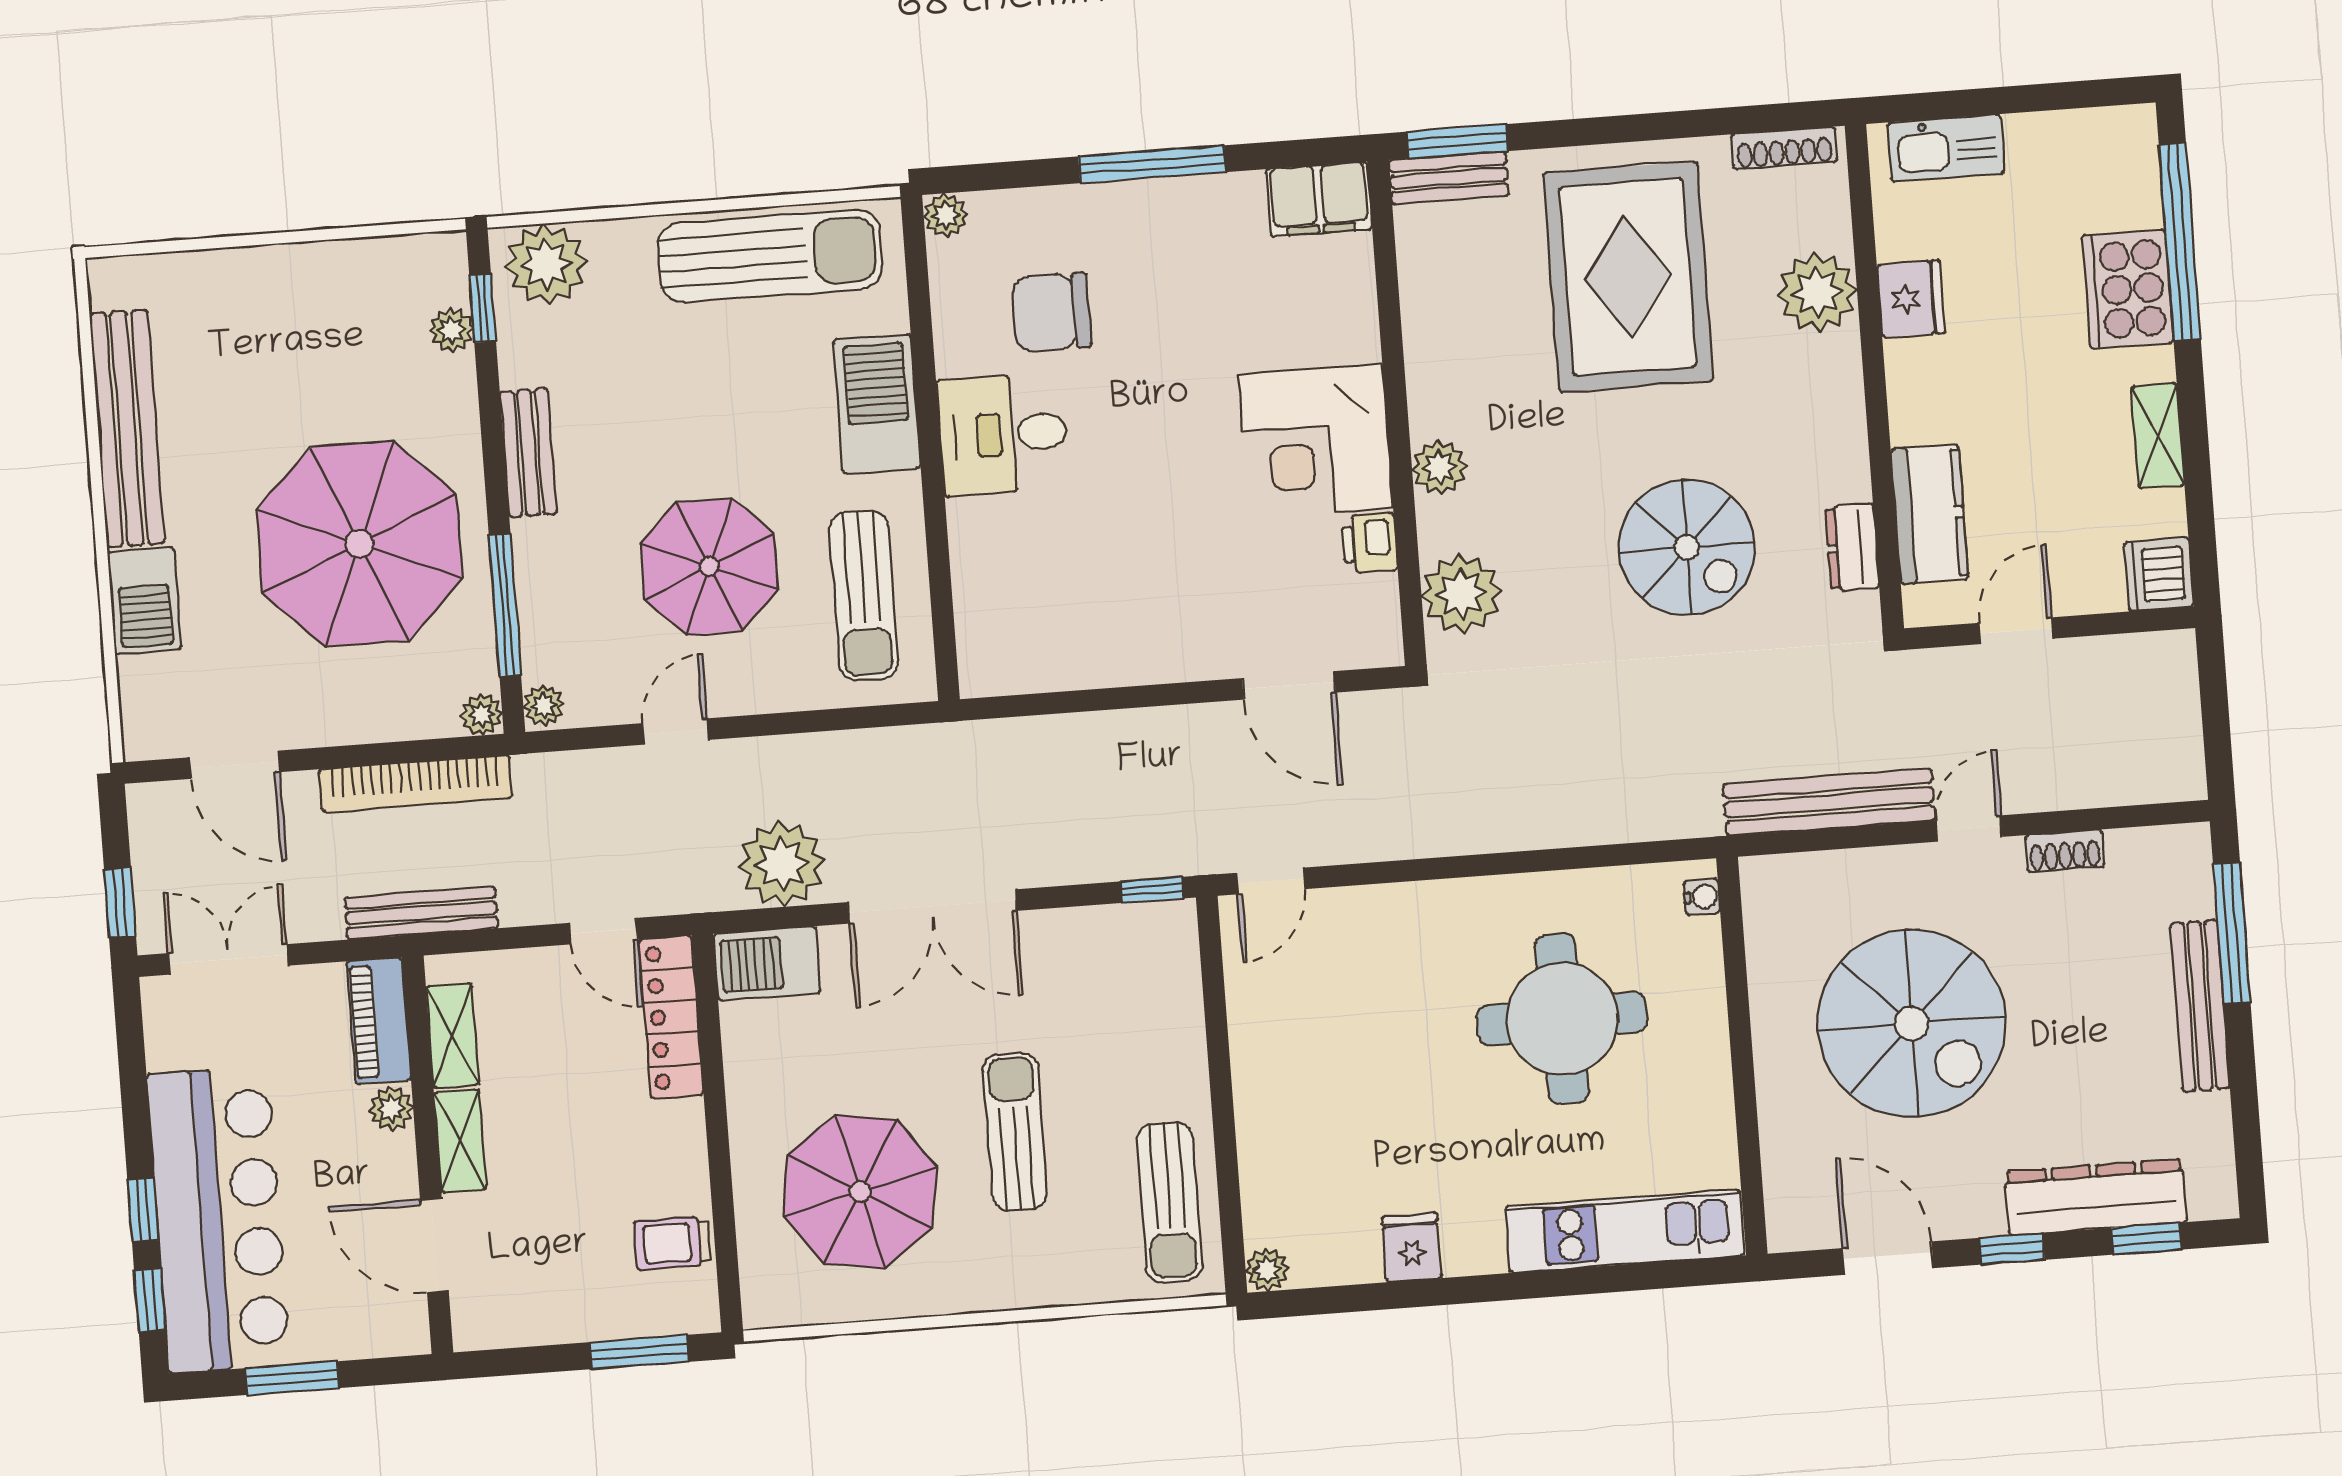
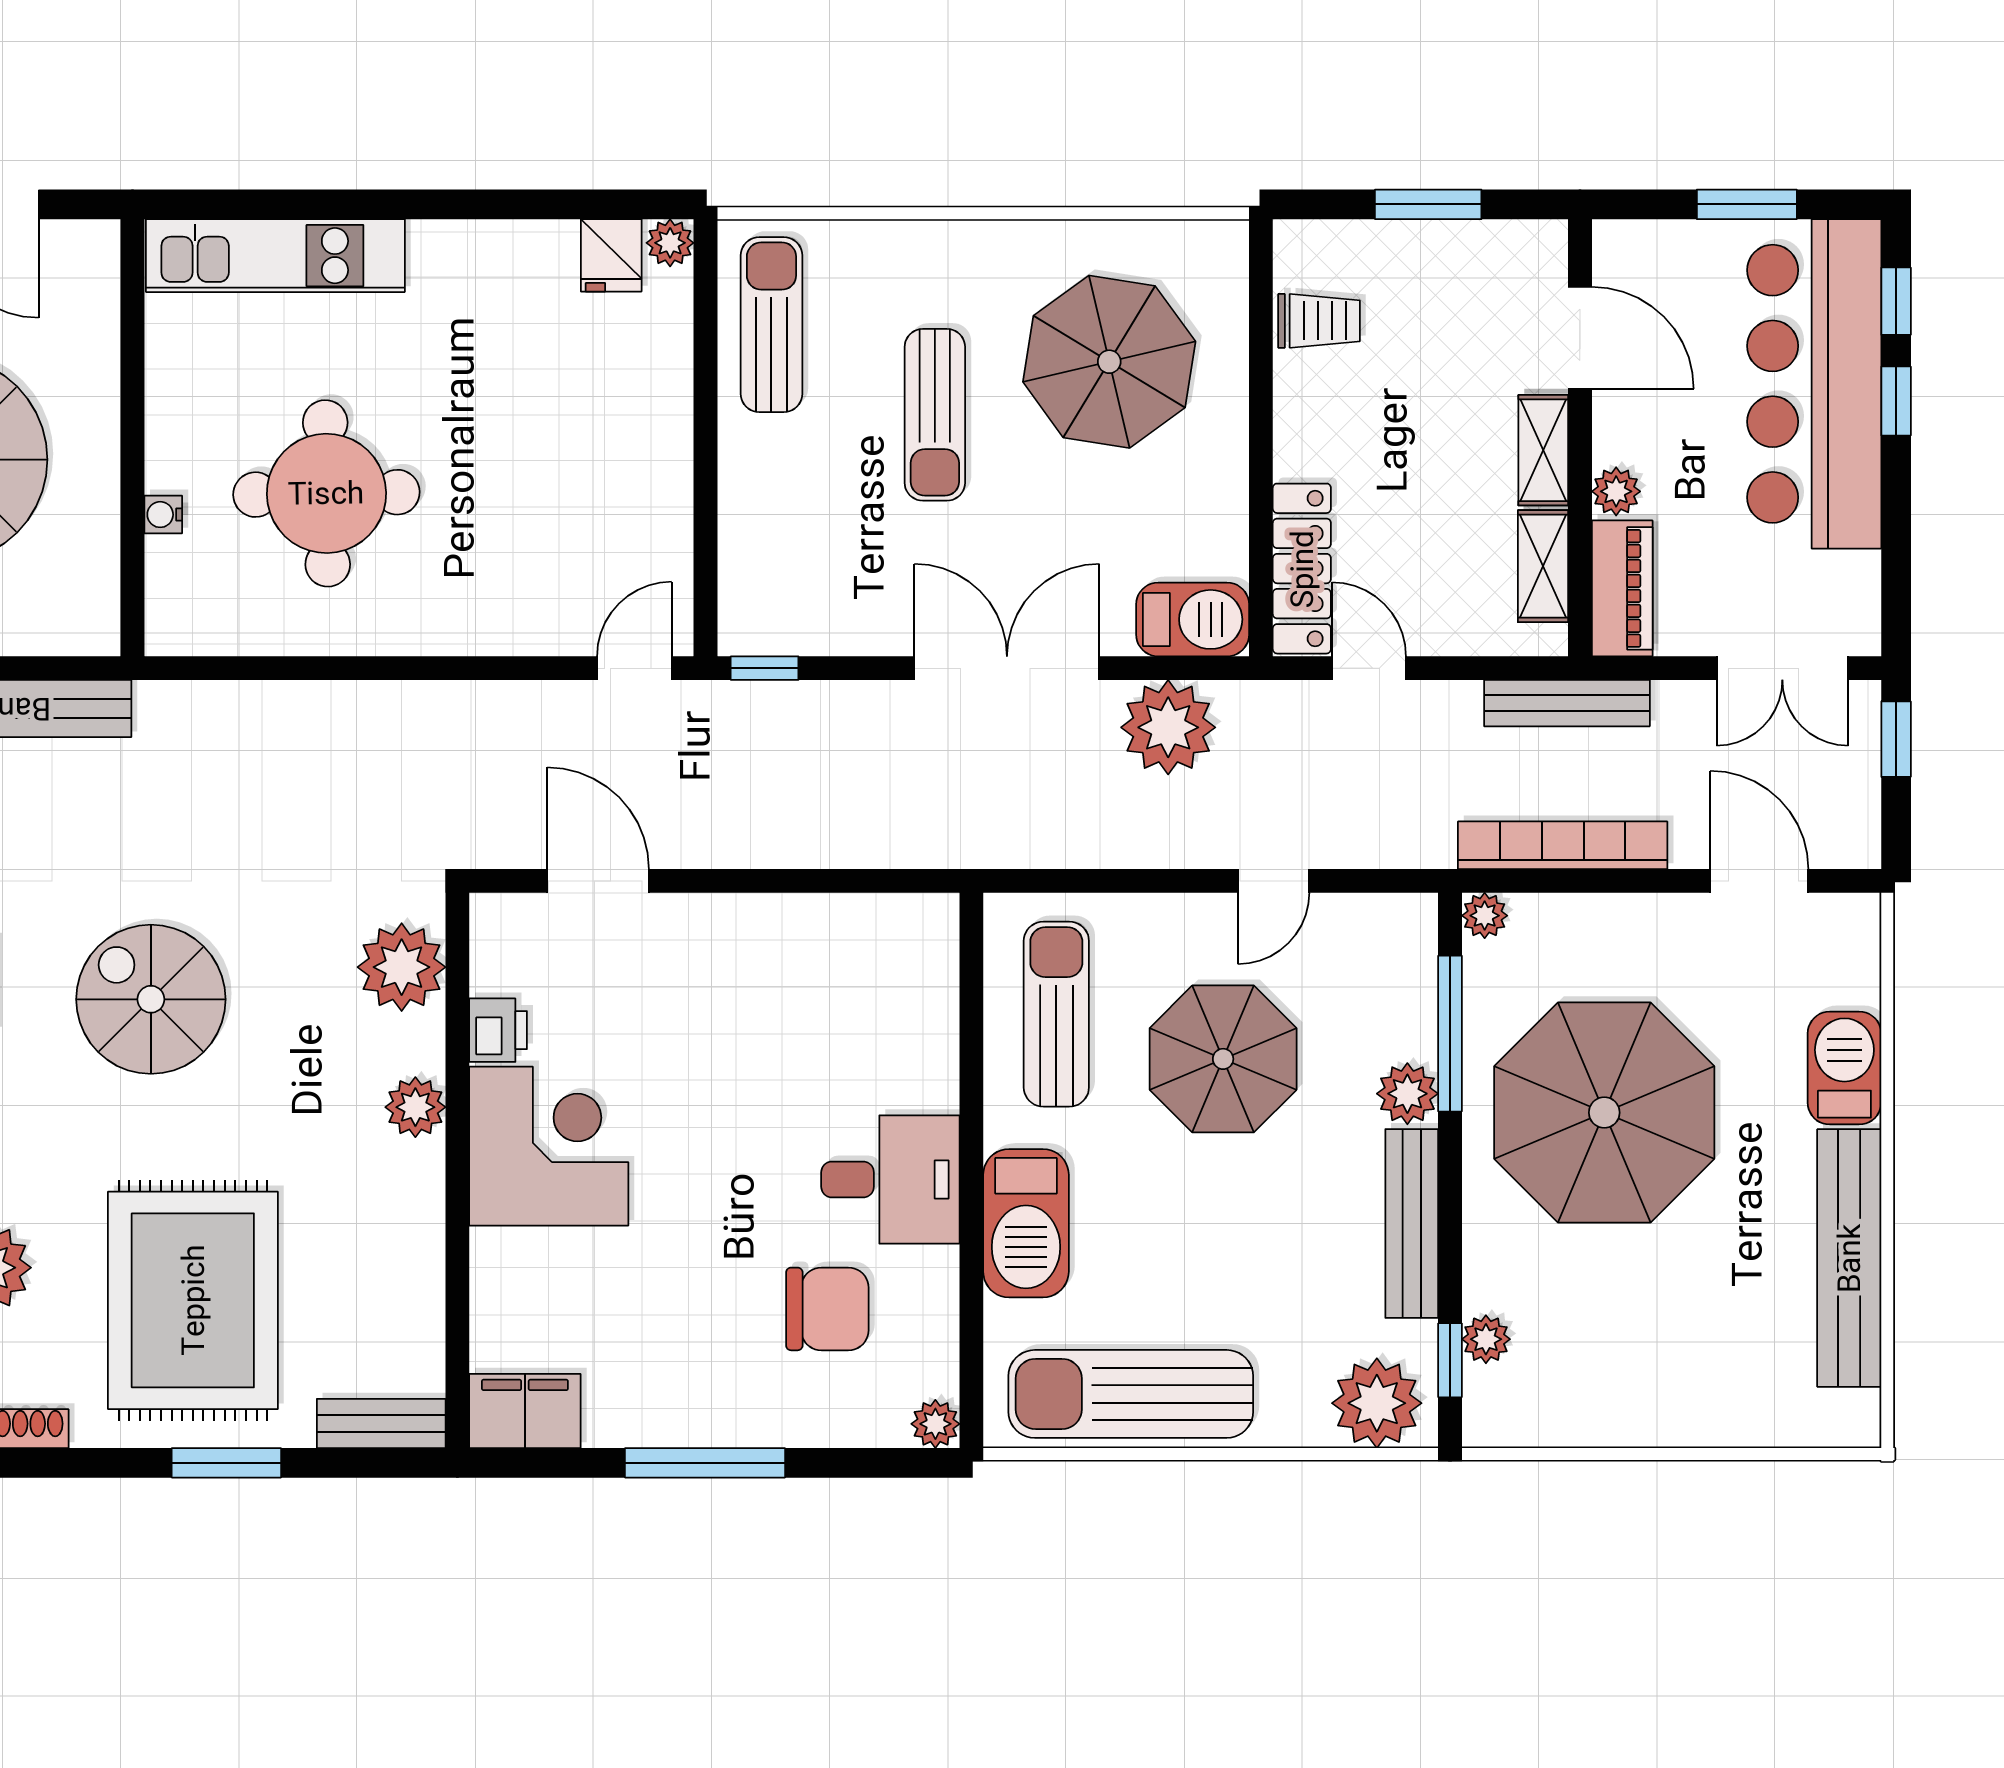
window: (1457, 141) -> (226, 1463), moved
bench: (528, 453) -> (1412, 1224), width x1.36
plant: (544, 705) -> (1407, 1094), moved, width x1.38, depth x1.38
water cooler: (1702, 897) -> (163, 515), moved
fridge: (1412, 1247) -> (611, 255), moved
window: (639, 1352) -> (1428, 204), moved

